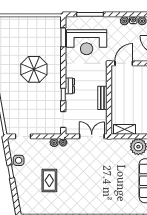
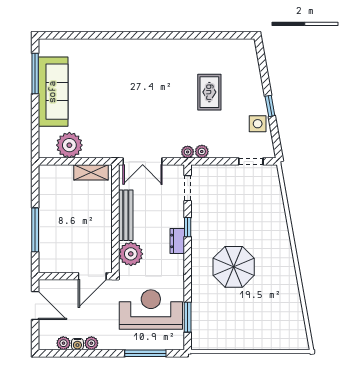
plant: (99, 78) -> (131, 254), added
bench: (102, 98) -> (126, 215), width x1.36

